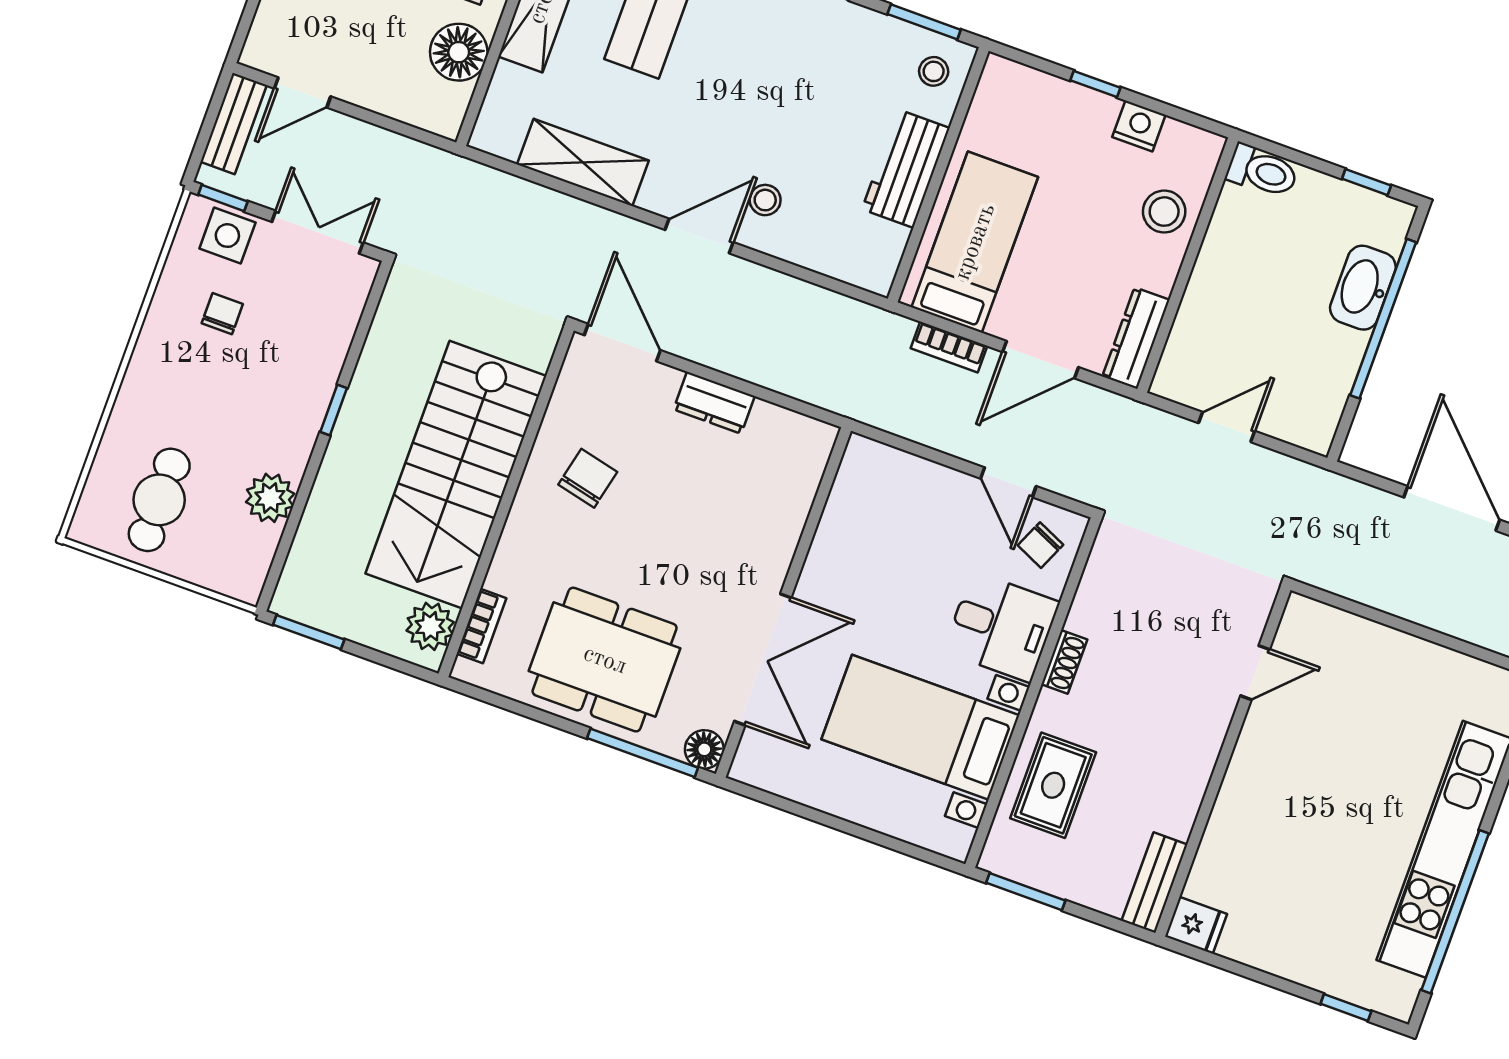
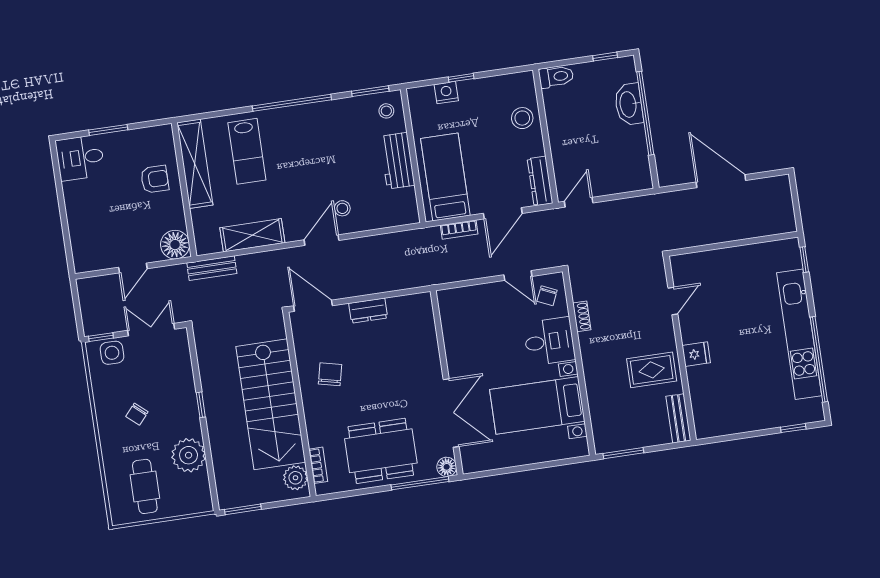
floor lamp: (459, 52) -> (175, 245), moved
door: (303, 92) -> (133, 268), moved
bench: (234, 123) -> (212, 268), moved, turned 90
nightstand: (1139, 126) -> (446, 93), moved
chair: (222, 314) -> (137, 414), moved, turned -139
door: (1227, 427) -> (579, 202), moved
plant: (270, 498) -> (189, 455), width x1.36, depth x1.36
shoe rack: (1064, 662) -> (582, 316), moved
rug: (1053, 785) -> (652, 370), moved, turned 90
fridge: (1196, 925) -> (696, 354), moved

